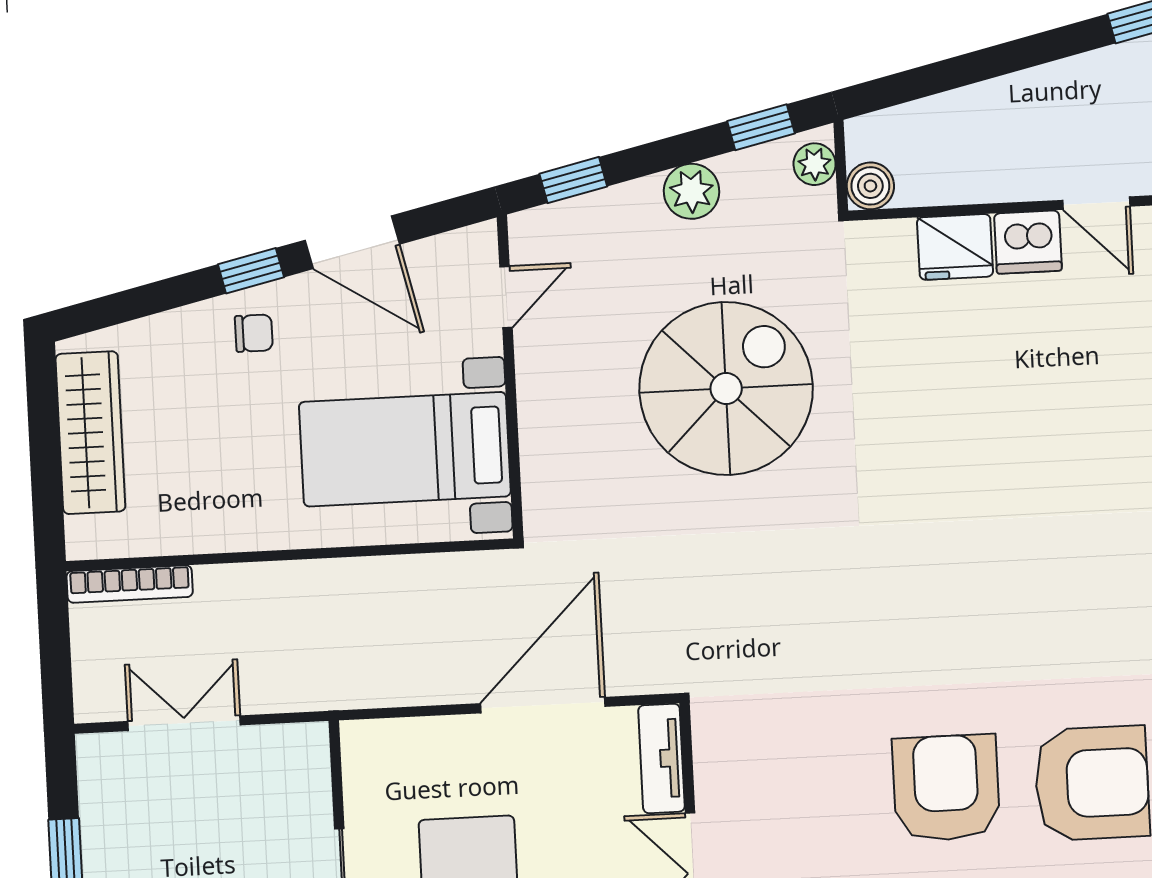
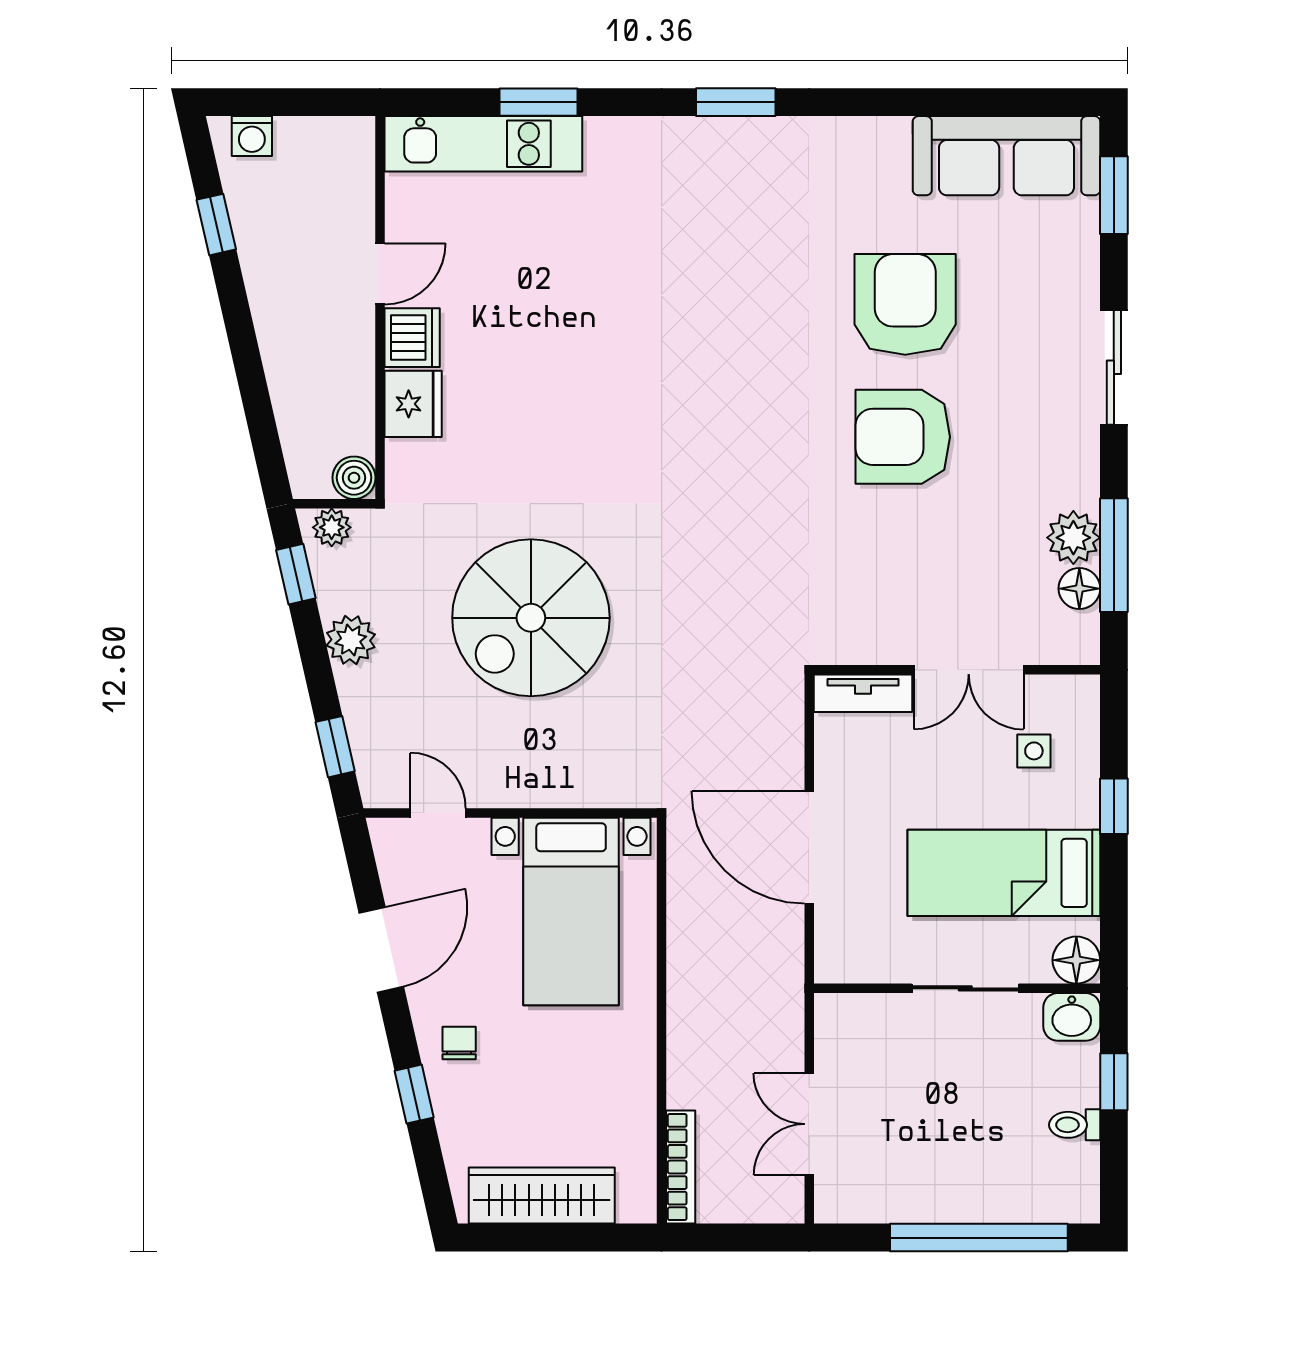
window: (251, 271) -> (414, 1094), moved
spiral stairs: (726, 389) -> (531, 618), turned -90
door: (543, 705) -> (809, 847), moved

